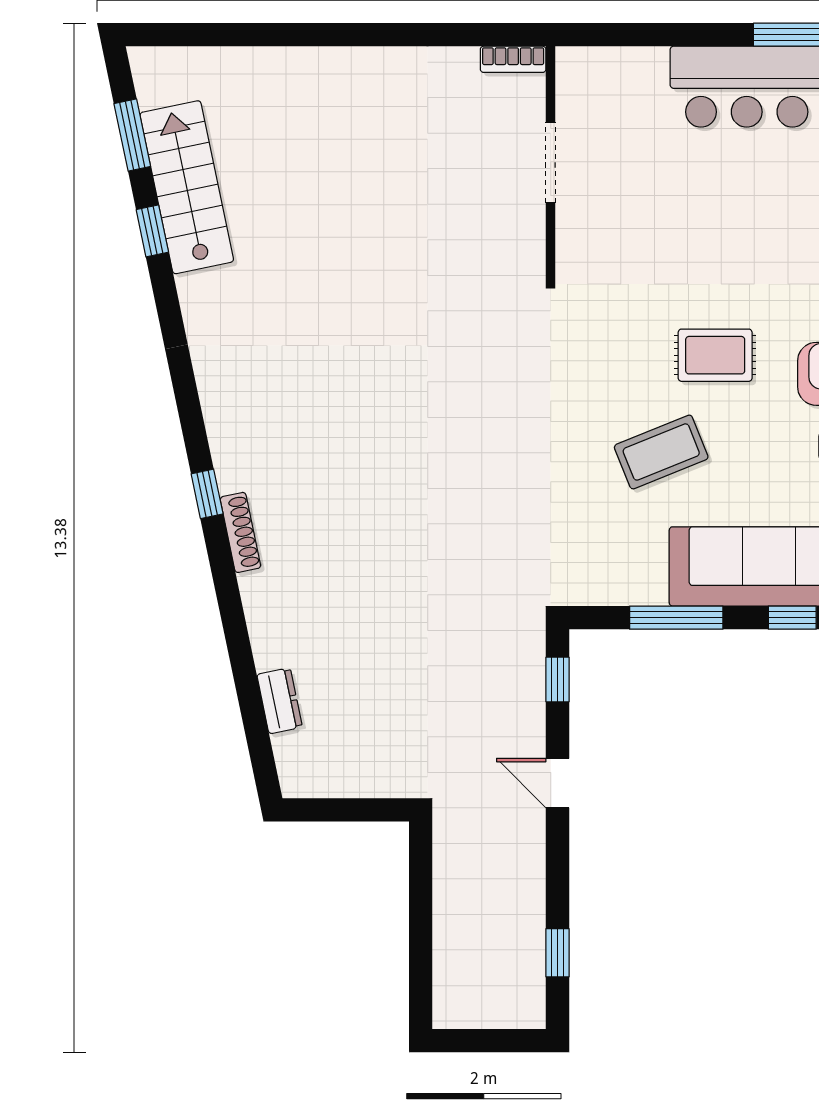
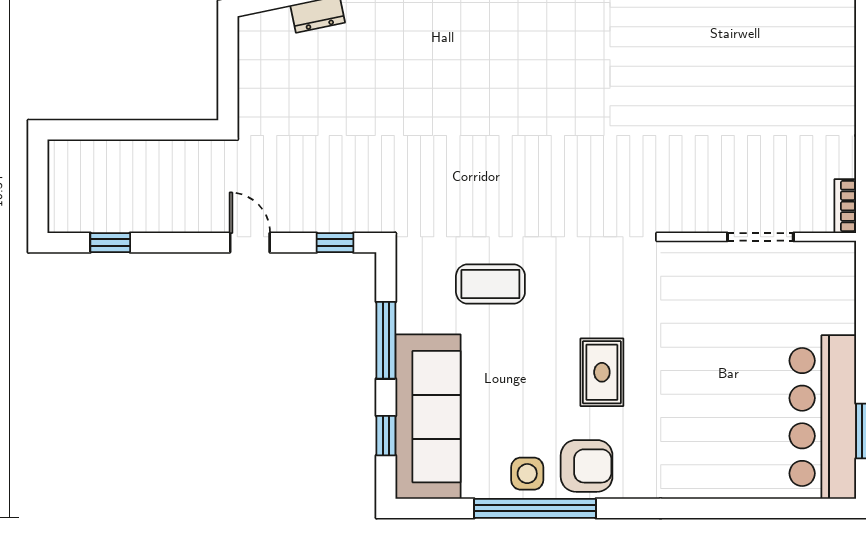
coffee table: (661, 452) -> (490, 284), moved, turned -68
door: (557, 783) -> (250, 243), hinge flipped

